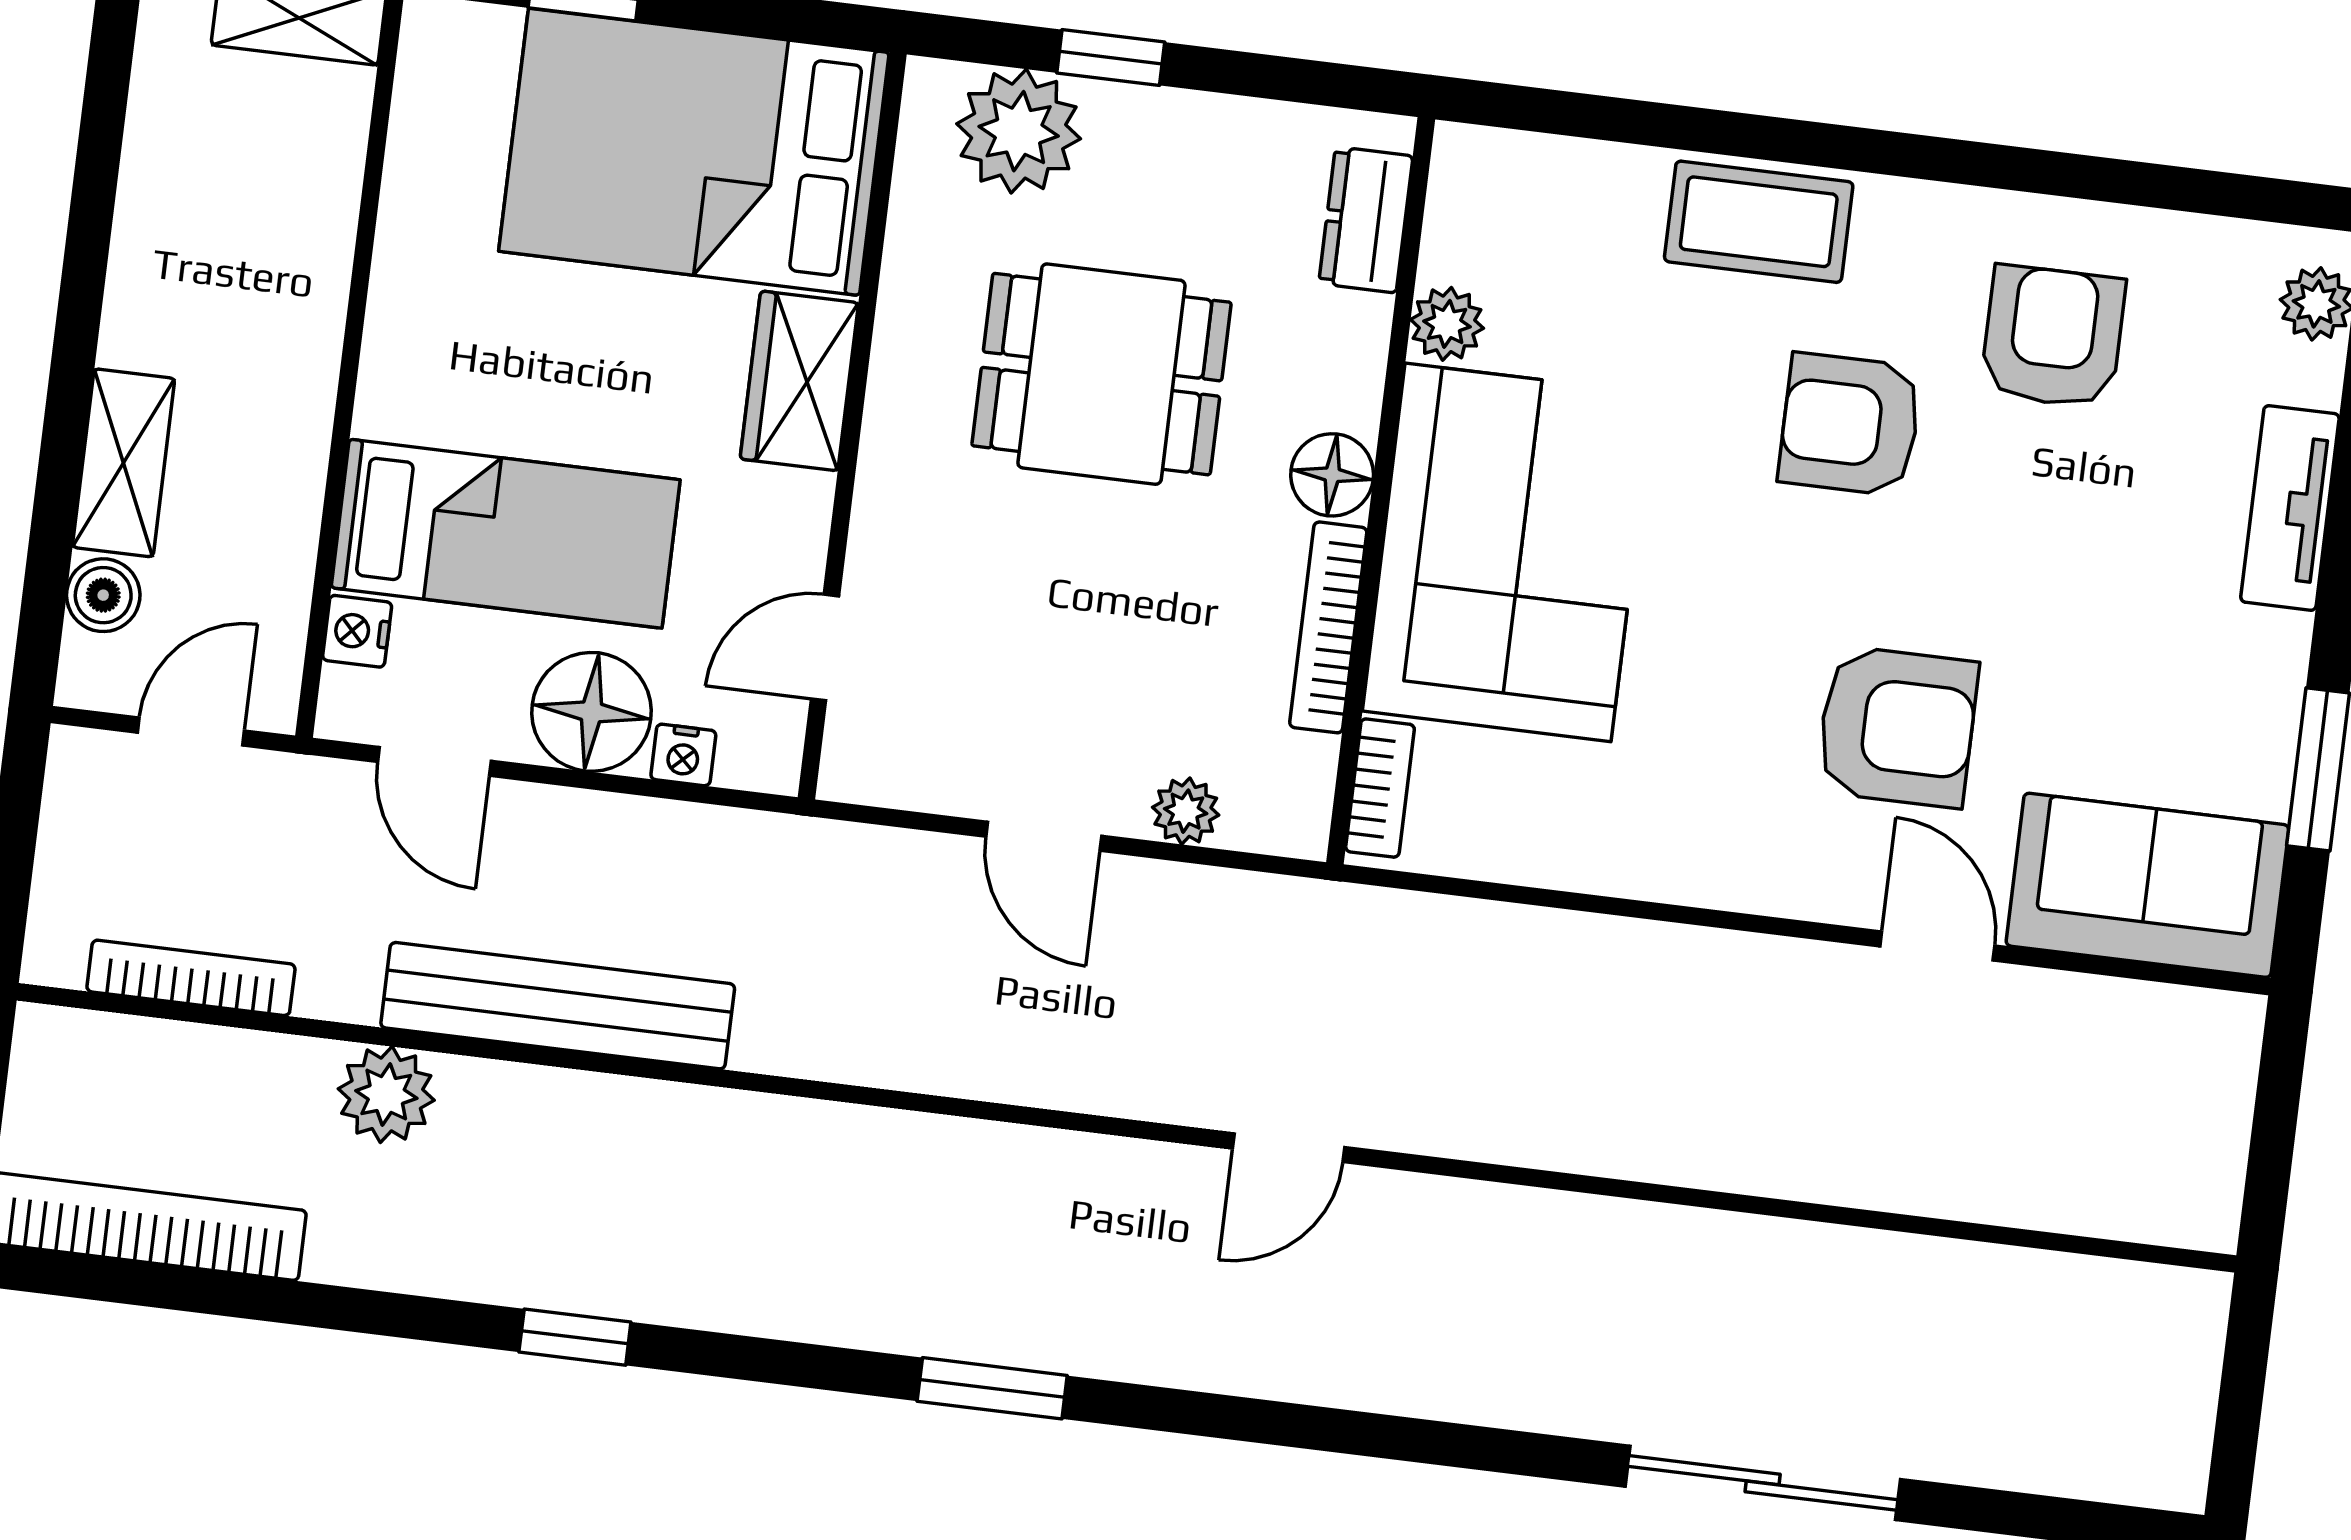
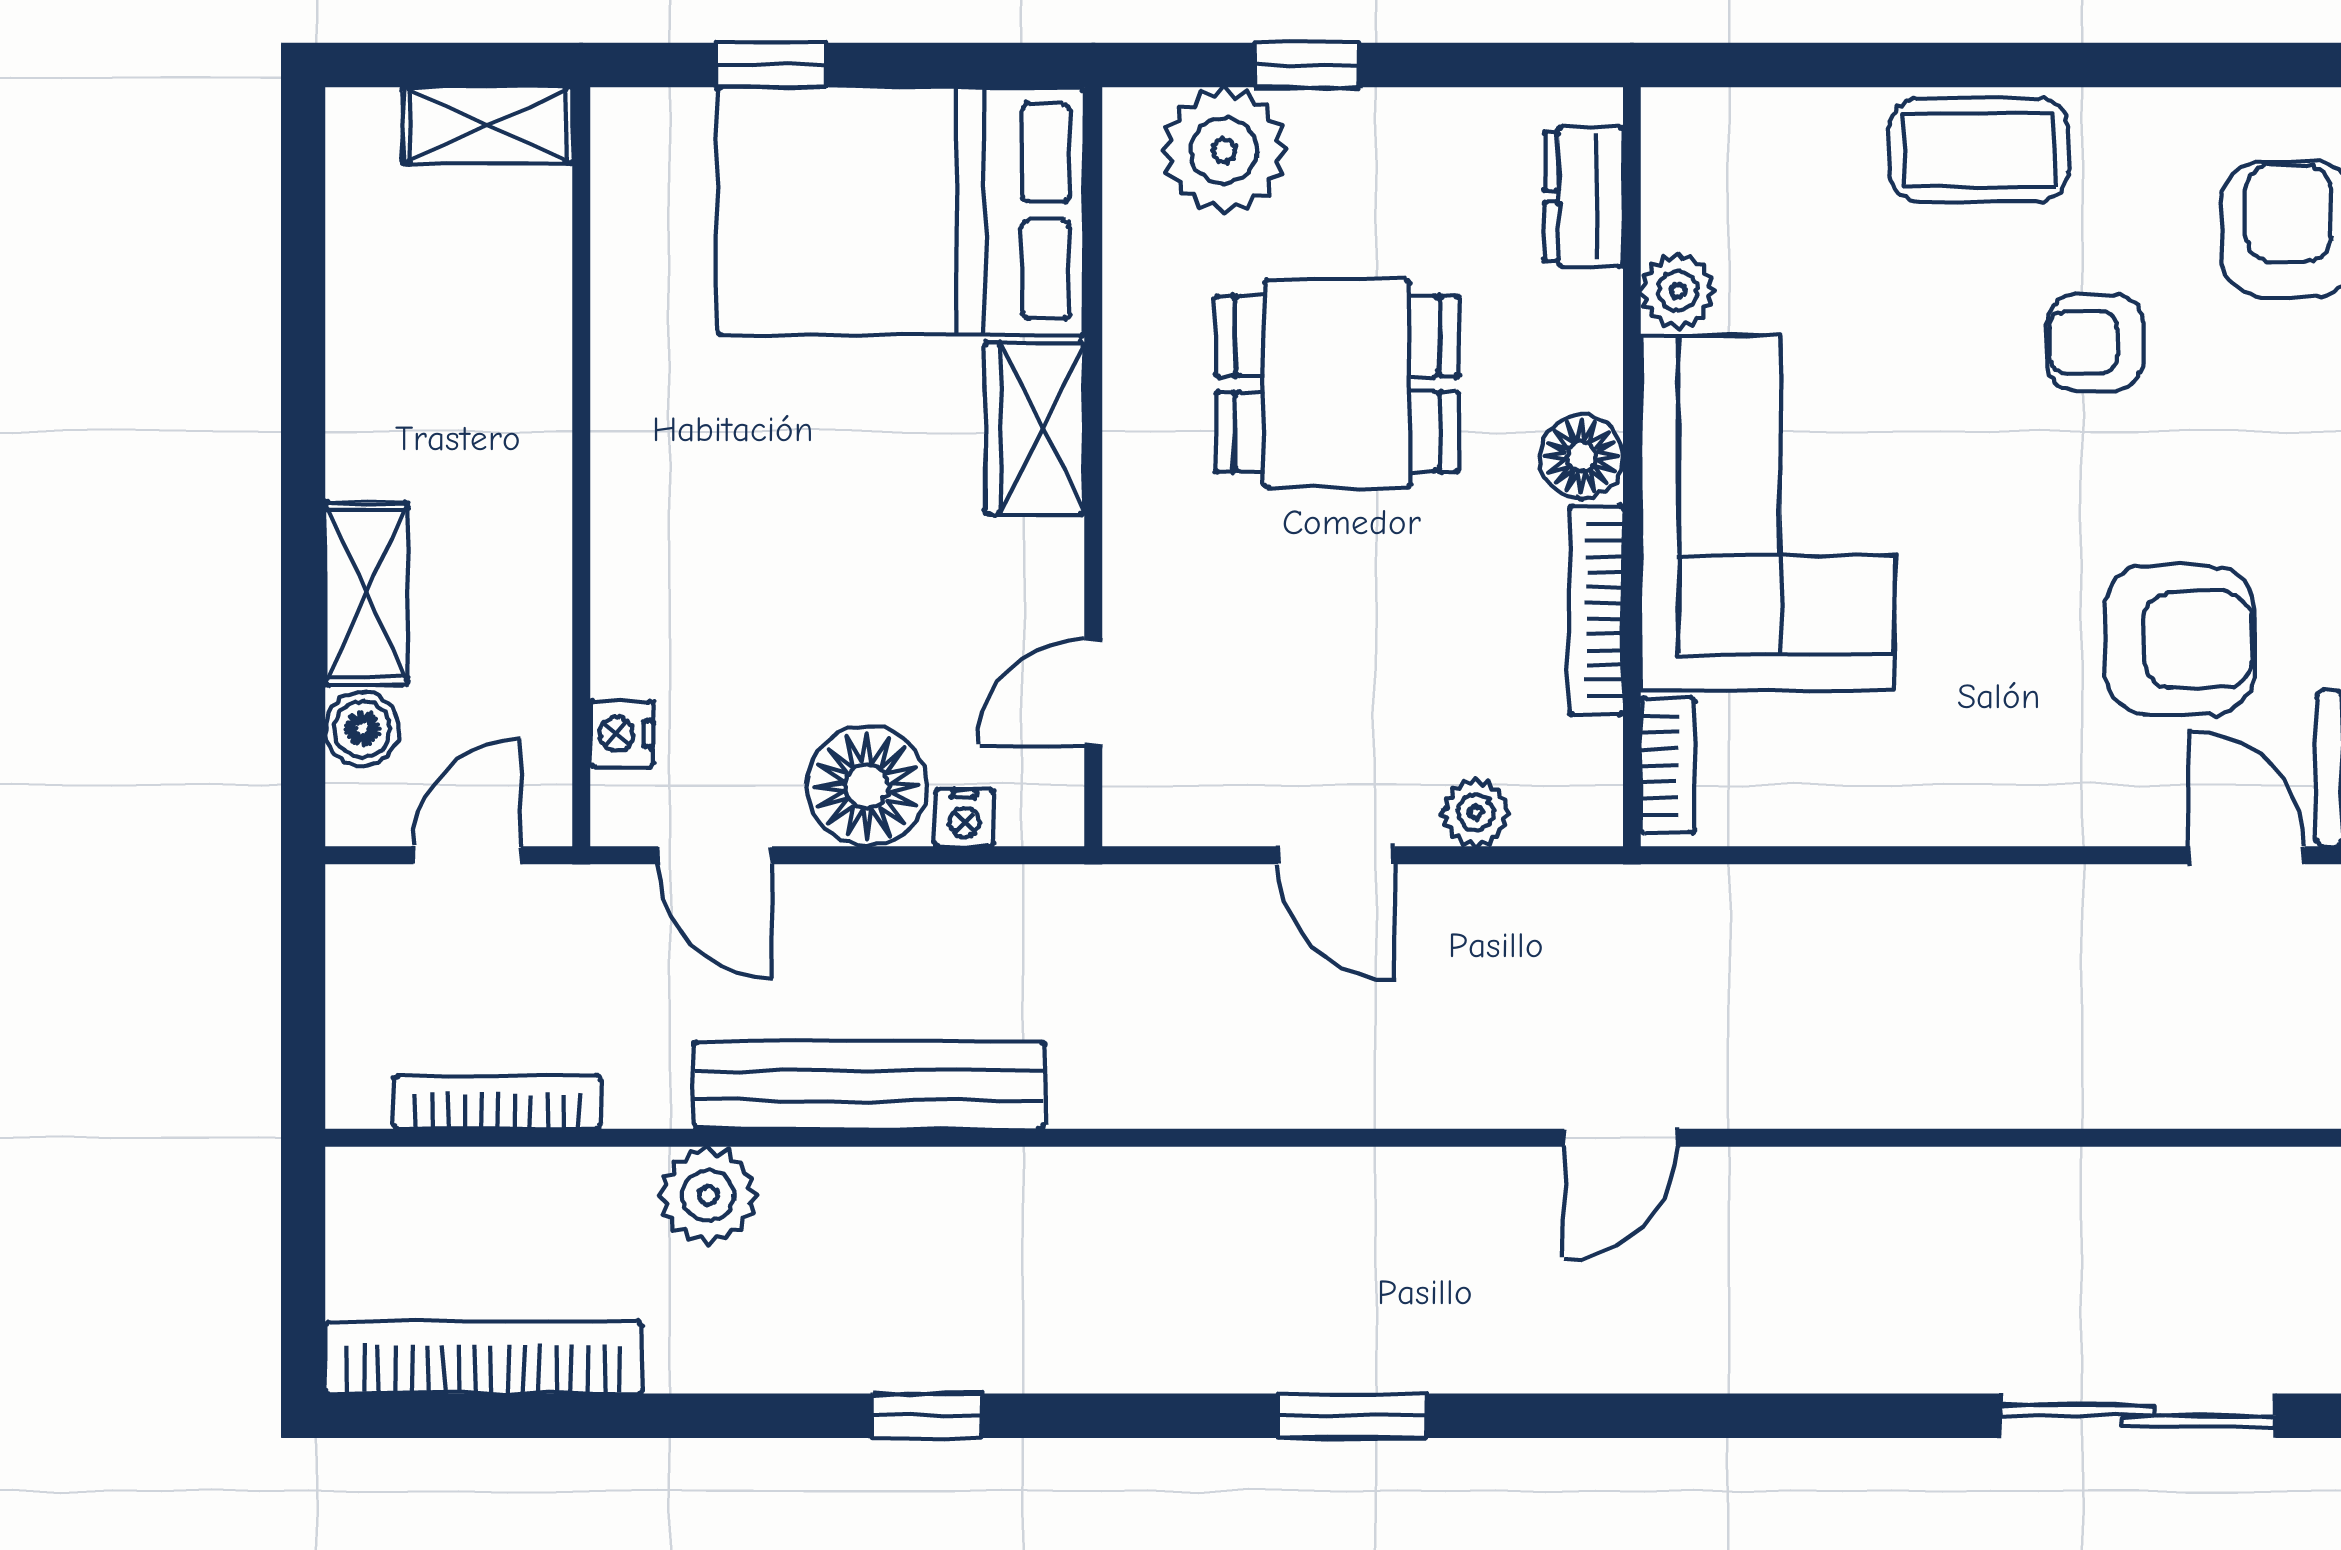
armchair: (1850, 424) -> (2095, 342), width x0.72, depth x0.72
bed: (506, 534) -> (759, 618), removed

